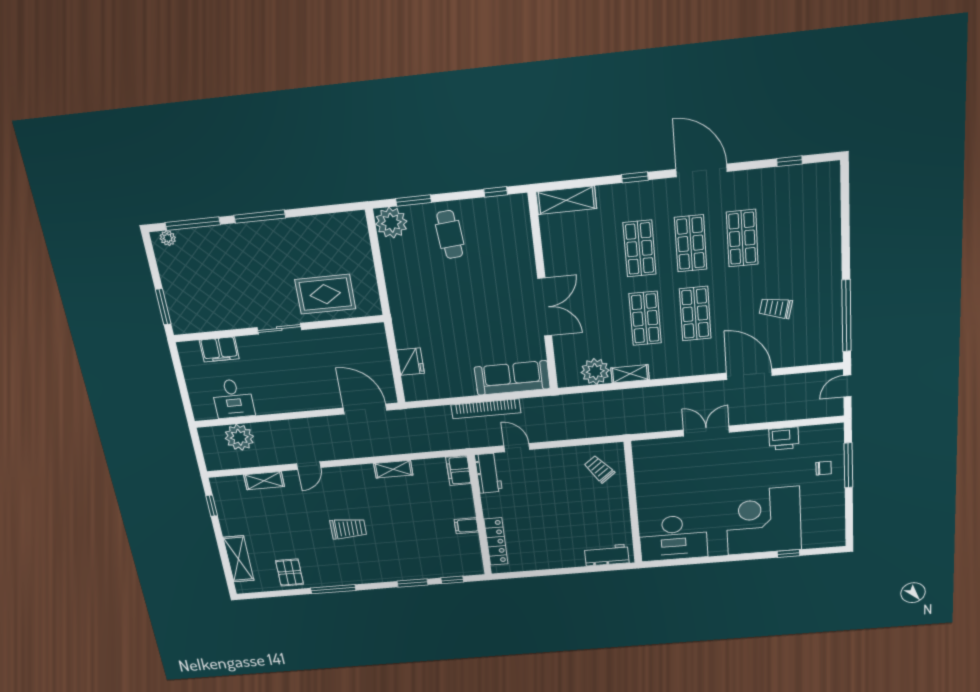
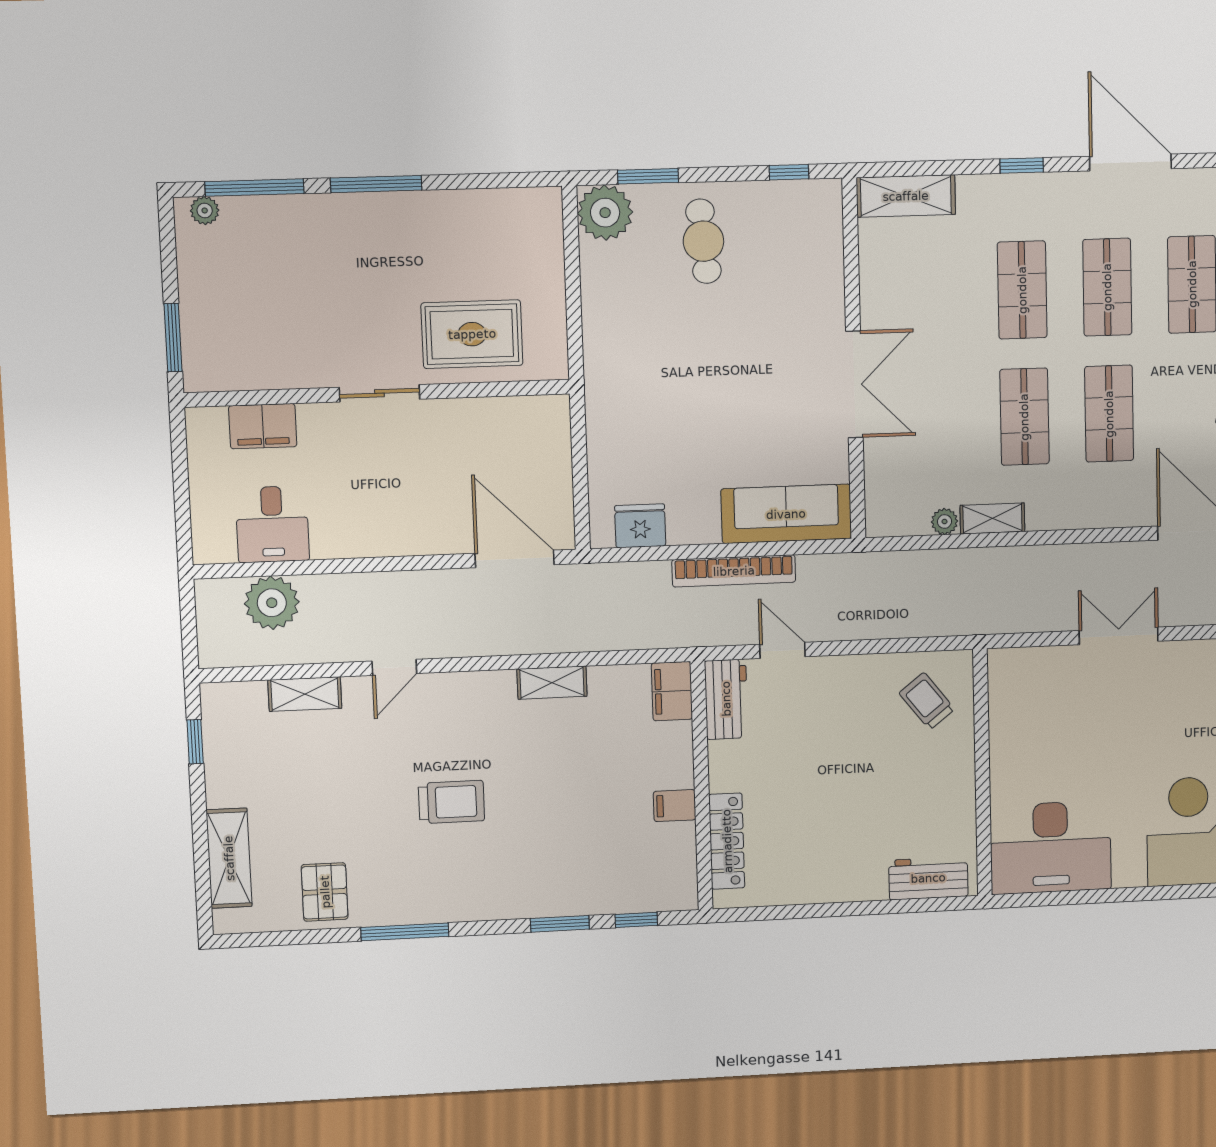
fridge: (410, 362) -> (640, 526), moved, turned -90
plant: (595, 371) -> (944, 522), width x0.53, depth x0.53

